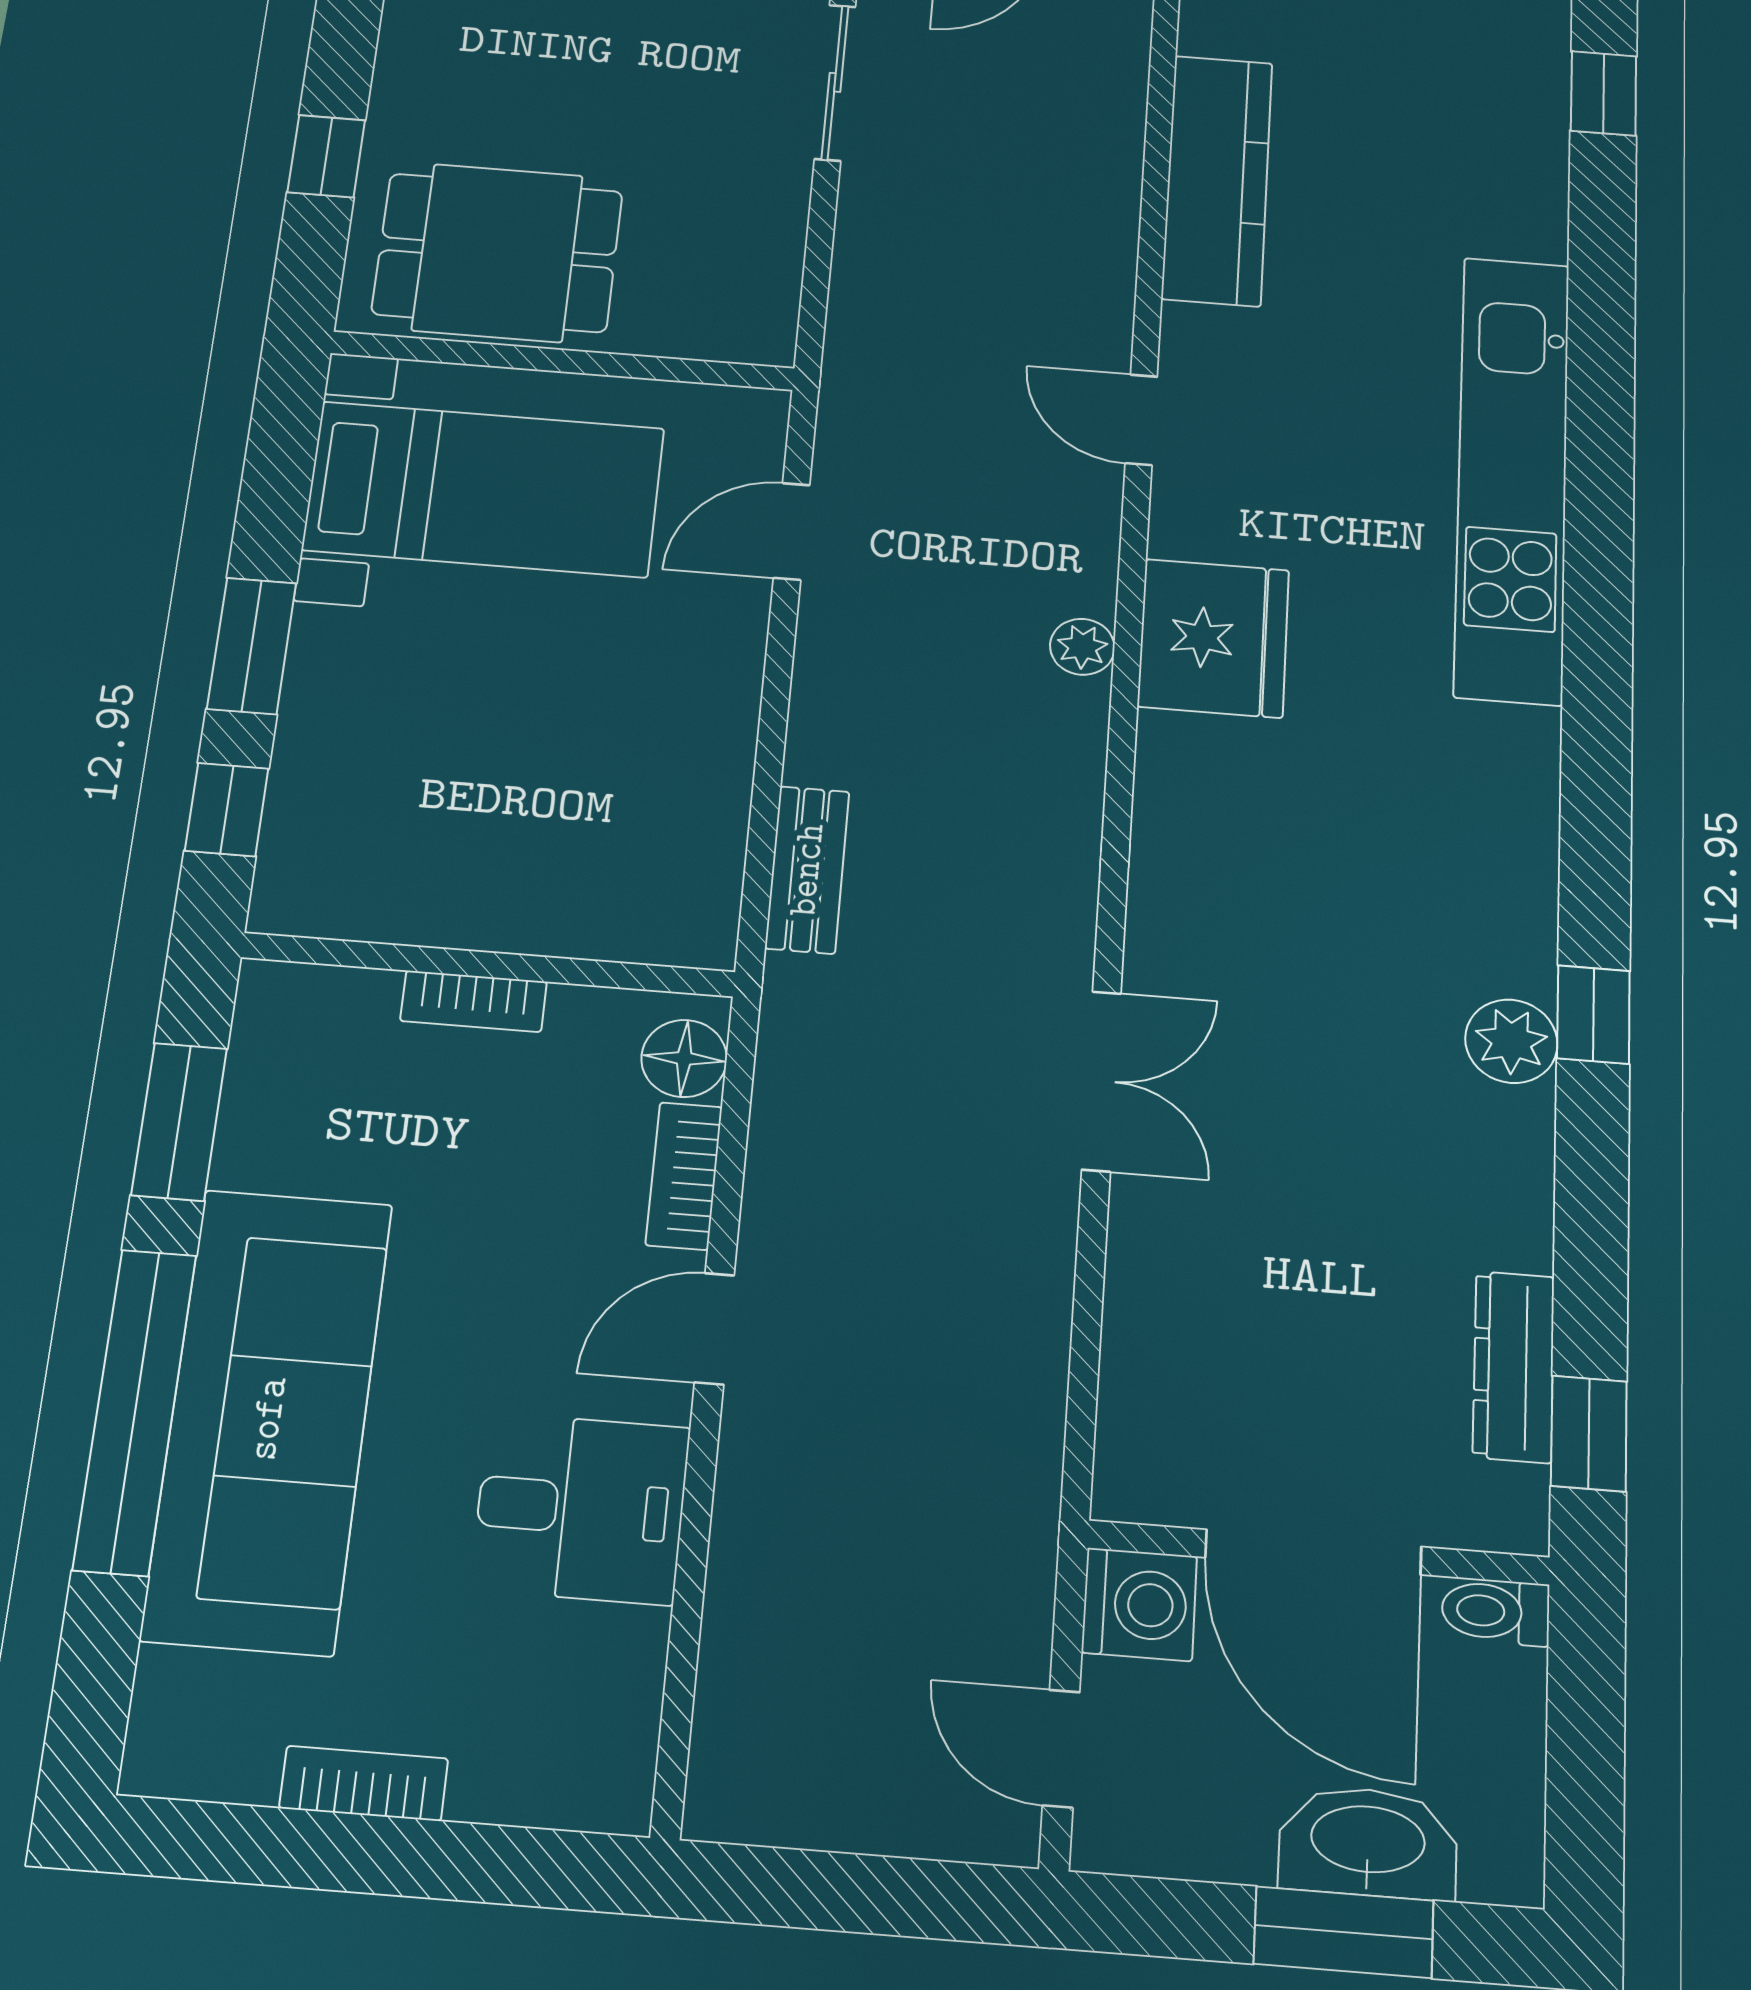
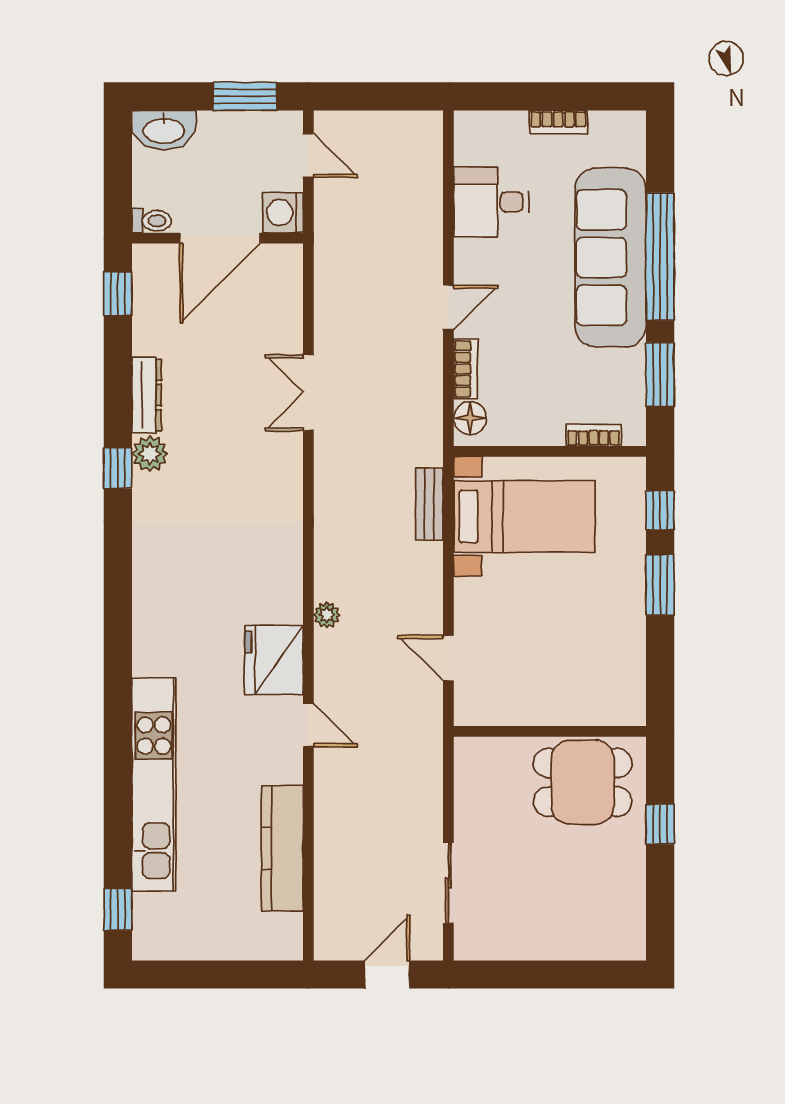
kitchen unit: (1512, 477) -> (154, 785), moved
bed with nightstands: (484, 489) -> (524, 516), moved, turned 180
door: (792, 531) -> (448, 658), swing flipped
fridge: (1214, 638) -> (274, 660), moved
bookcase: (474, 1001) -> (594, 435), moved
double door: (1101, 1081) -> (308, 393), moved
dresser: (1514, 1367) -> (147, 395), moved
desk: (581, 1508) -> (491, 202), moved
door: (1313, 1552) -> (220, 238), swing flipped
washbasin: (1368, 1842) -> (164, 130), moved
window: (1344, 1932) -> (245, 96), moved

